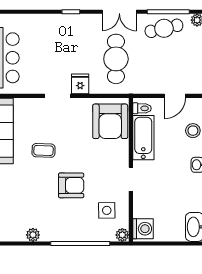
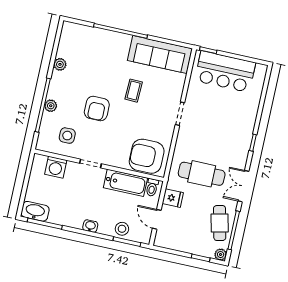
fridge: (80, 84) -> (173, 198), moved
washing machine: (143, 229) -> (56, 167), moved
plant: (122, 235) -> (51, 106), moved

